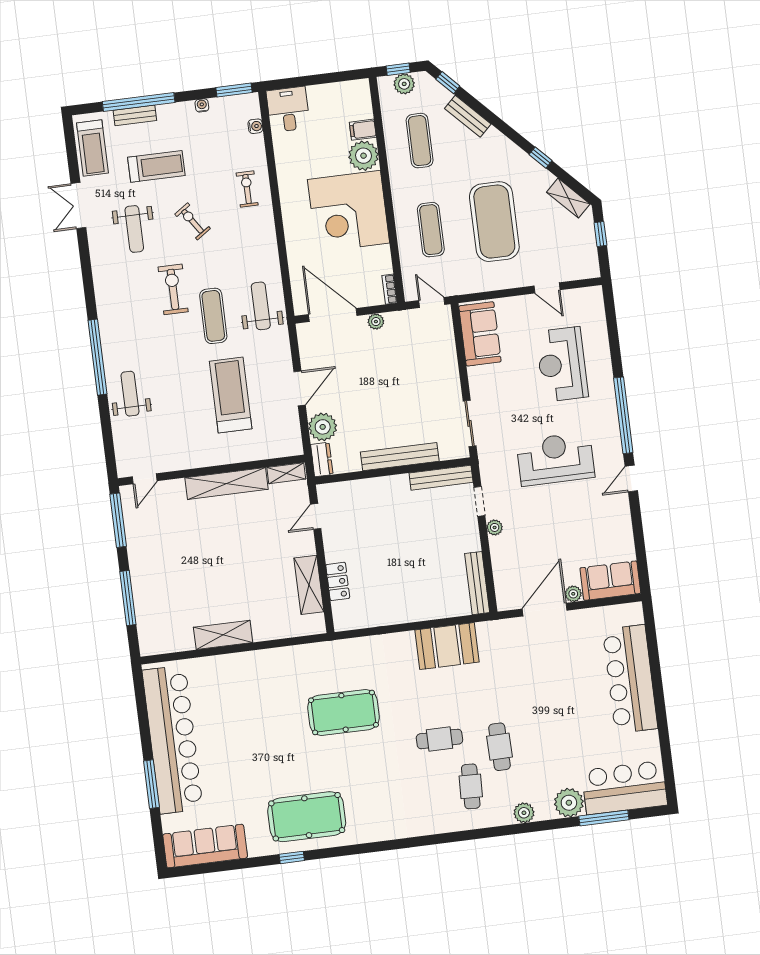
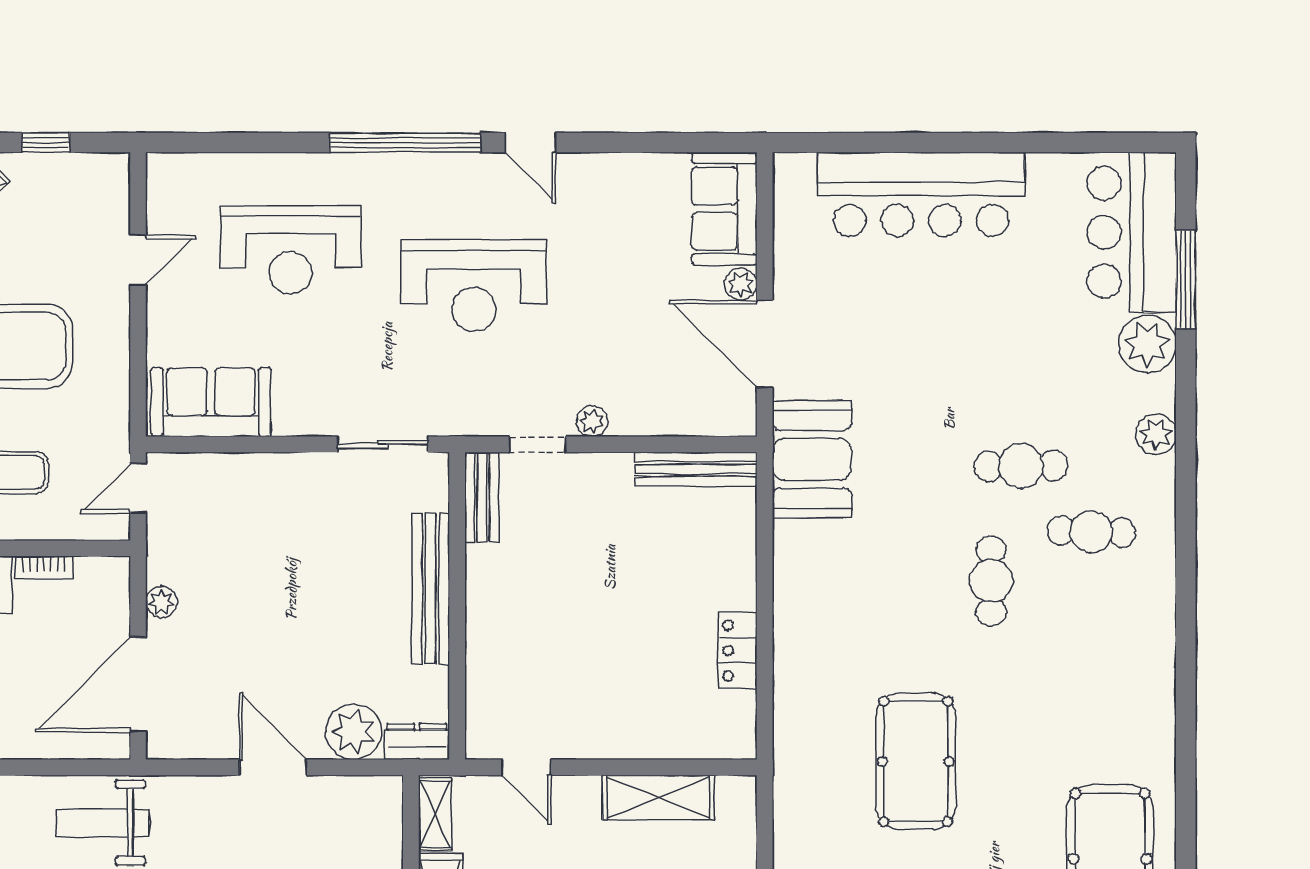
bookcase: (390, 289) -> (44, 567), moved
reception desk: (555, 459) -> (474, 286), turned -90
bench: (441, 478) -> (482, 497), width x0.73
locker: (338, 581) -> (738, 651), moved, turned -90
booth: (447, 646) -> (812, 459), moved

